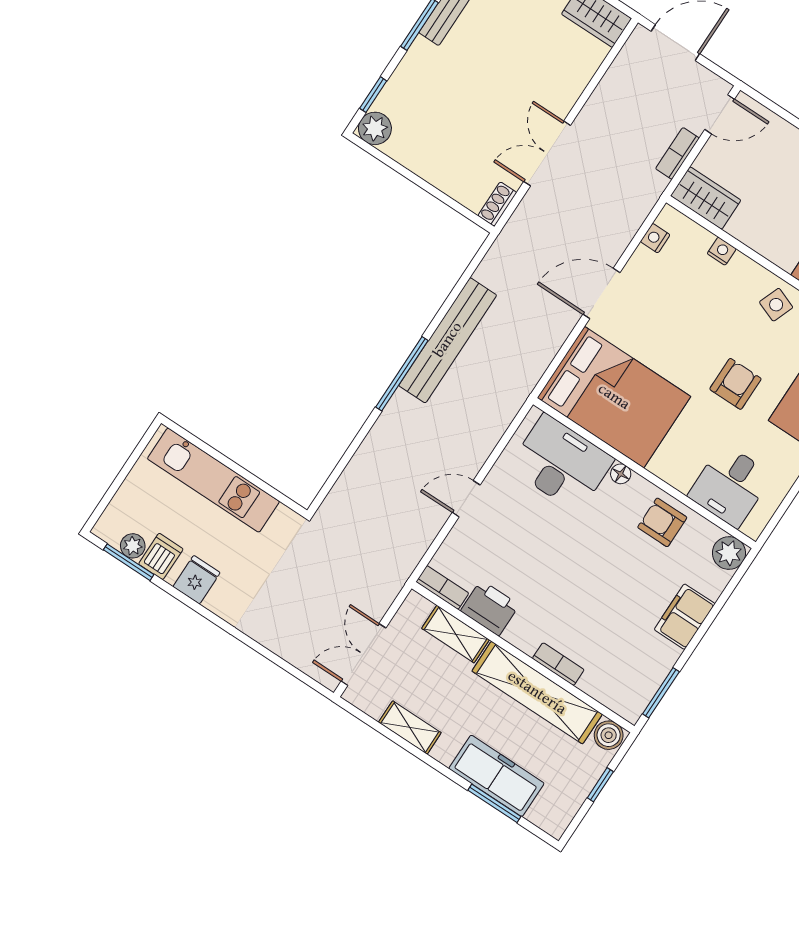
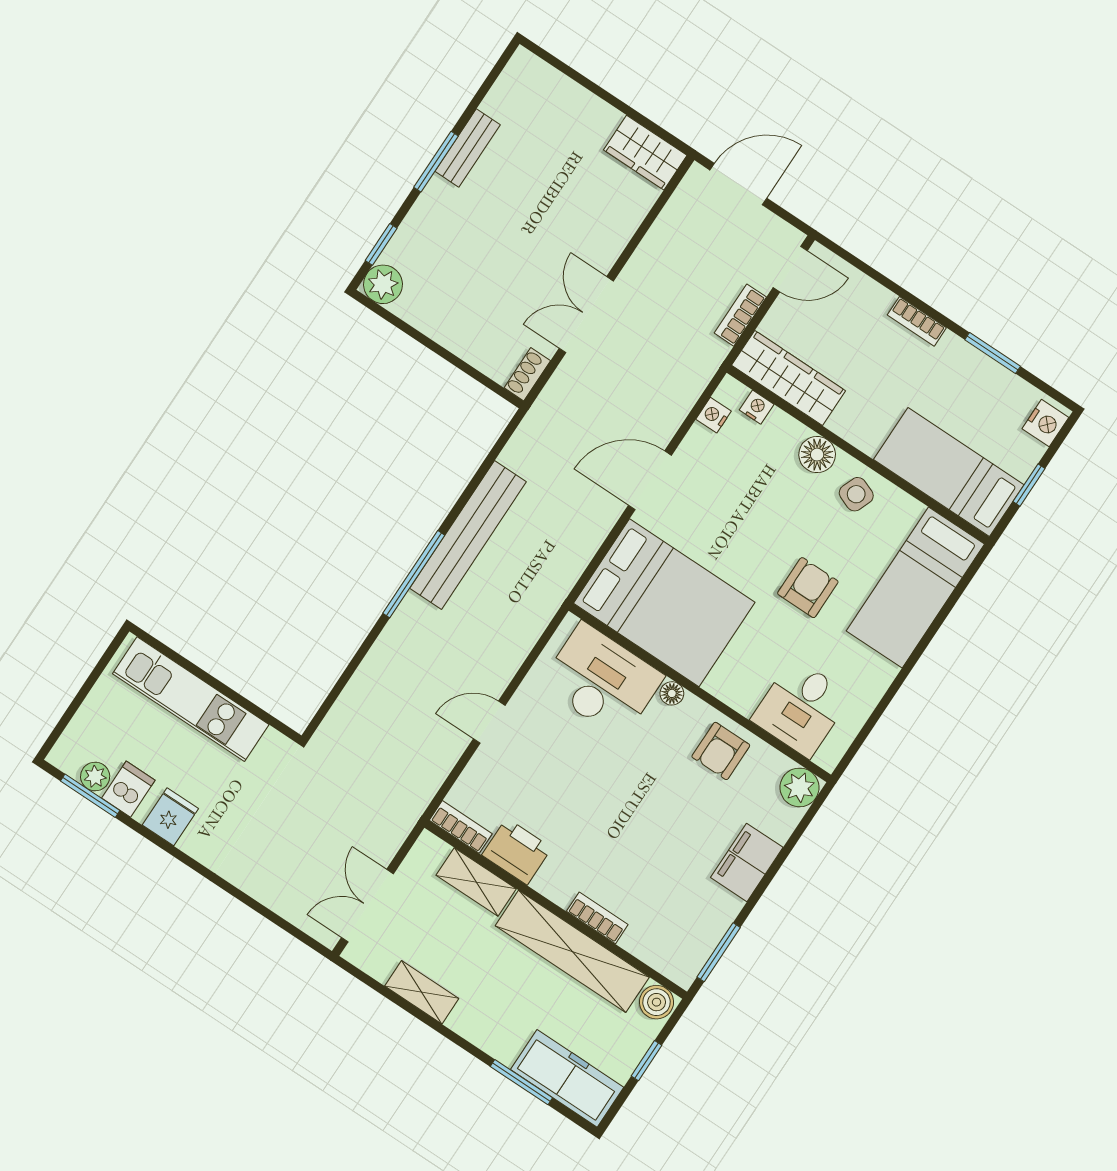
wardrobe: (706, 198) -> (789, 378), width x1.50
nightstand: (722, 251) -> (757, 407), moved
floor lamp: (743, 271) -> (817, 455), added
armchair: (662, 522) -> (721, 751), turned -90
freezer: (496, 776) -> (567, 1078), moved

